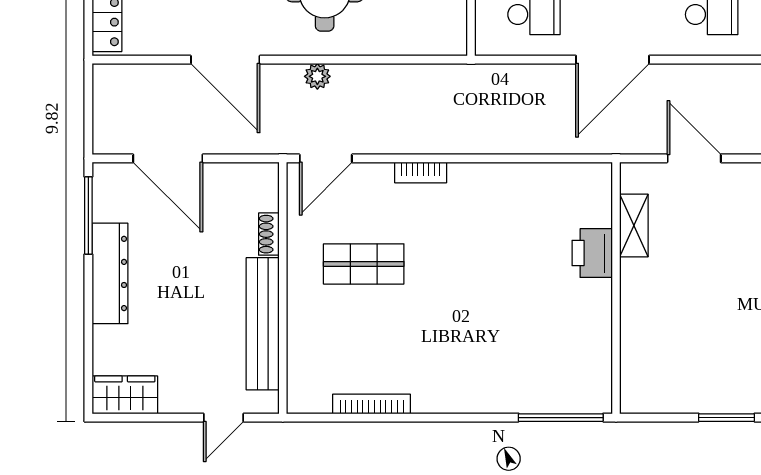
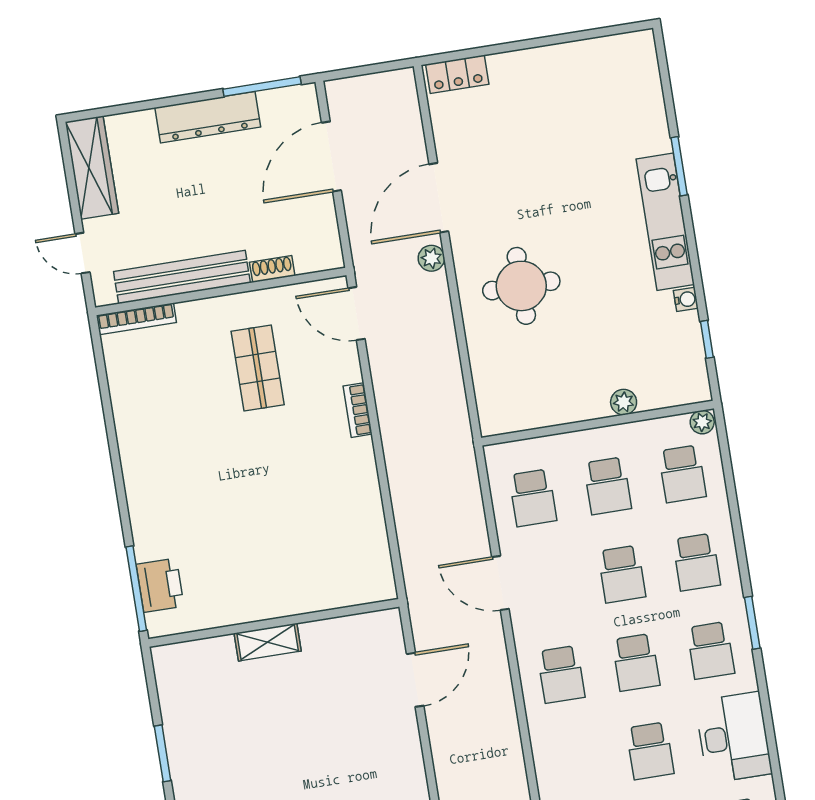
door: (612, 60) -> (500, 583), width x0.73
plant: (317, 76) -> (431, 258), moved
shelving: (634, 226) -> (268, 642), moved
printer: (592, 253) -> (160, 585), moved, turned 90
wardrobe: (125, 395) -> (92, 168), width x1.50
bookcase: (372, 404) -> (136, 319), moved, turned 90

